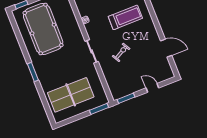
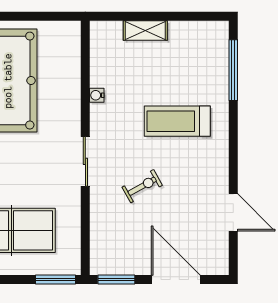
treadmill: (125, 17) -> (177, 121), turned 180
door: (152, 88) -> (176, 280), width x1.87

